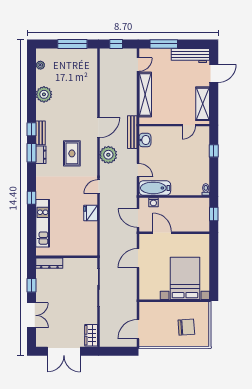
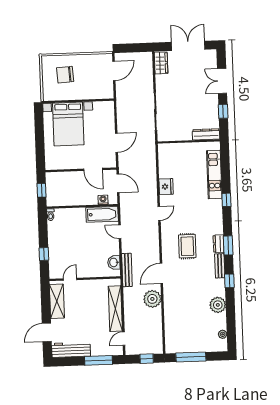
window: (32, 129) -> (229, 281), moved
plant: (108, 155) -> (152, 299), moved

